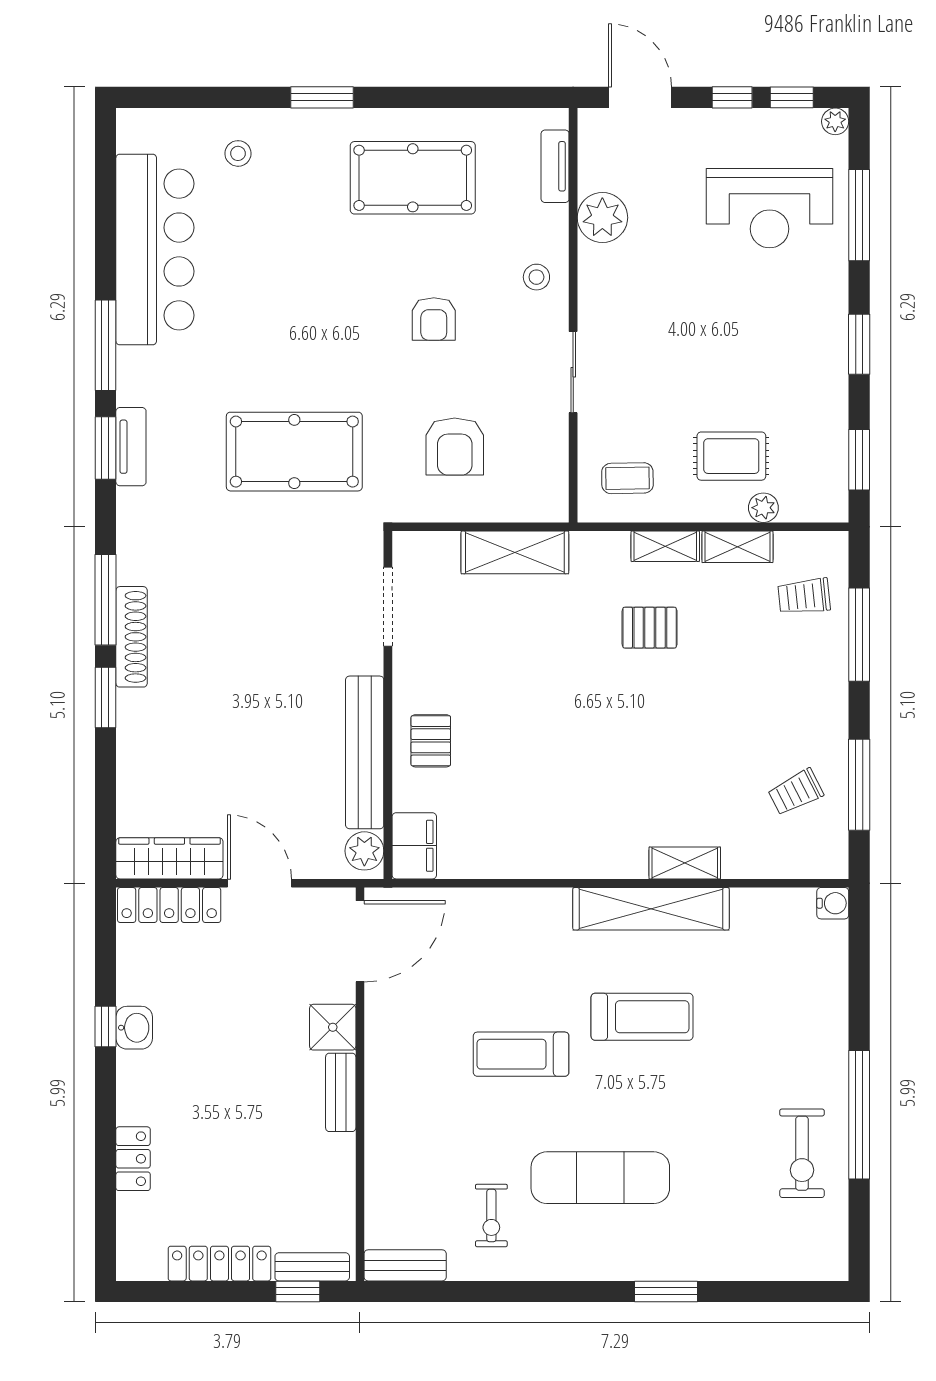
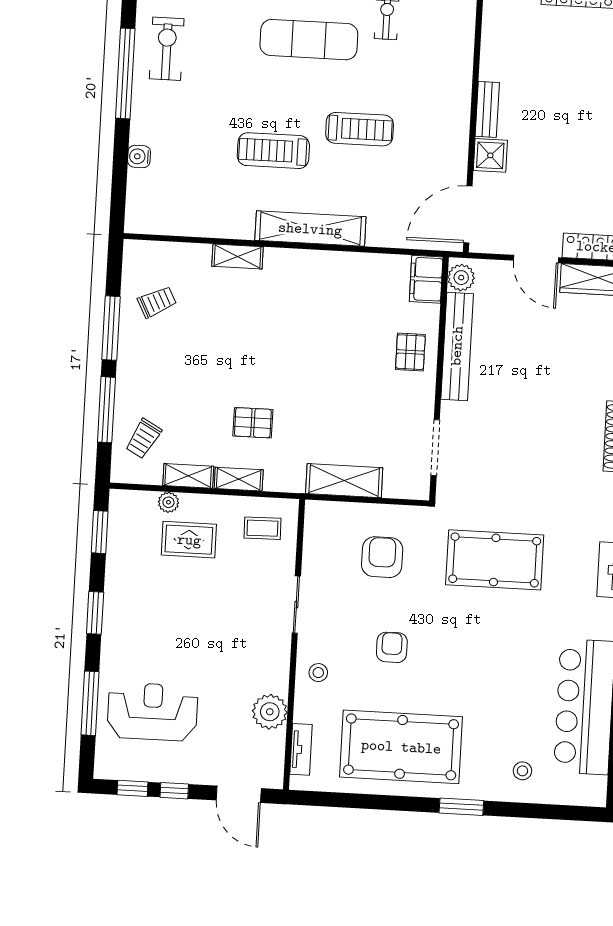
plant: (835, 121) -> (103, 770), removed
pool table: (413, 178) -> (401, 747), width x1.36, depth x1.32
trolley: (804, 596) -> (143, 439), turned 125
window: (859, 785) -> (111, 328), moved
water cooler: (833, 903) -> (139, 156), moved
shelving: (651, 909) -> (310, 229), moved

